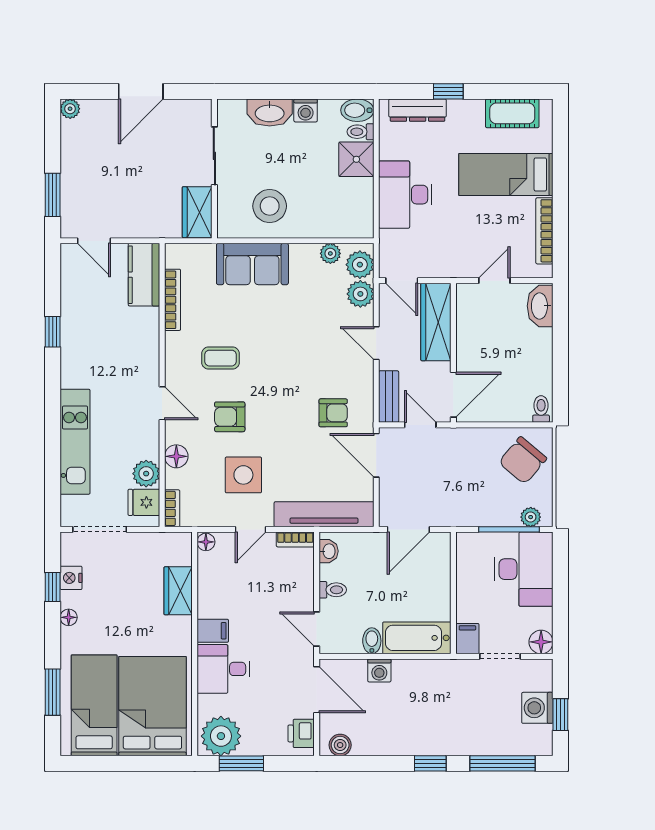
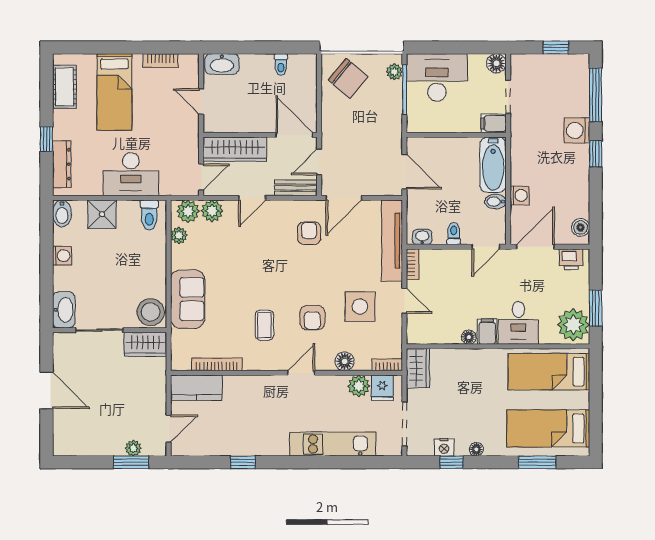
plant: (70, 109) -> (133, 448), moved
washbasin: (270, 113) -> (64, 310), moved
toilet: (361, 132) -> (149, 215), moved, width x1.37, depth x1.39
stool: (270, 206) -> (151, 312), moved
bookcase: (544, 231) -> (160, 60), width x0.64
toilet: (541, 409) -> (281, 65), moved, turned -90
floor lamp: (206, 542) -> (469, 337), moved
wardrobe: (178, 591) -> (418, 368), moved, turned -90
bed: (152, 706) -> (549, 372), width x0.67
washing machine: (537, 708) -> (577, 130), moved, turned 90

